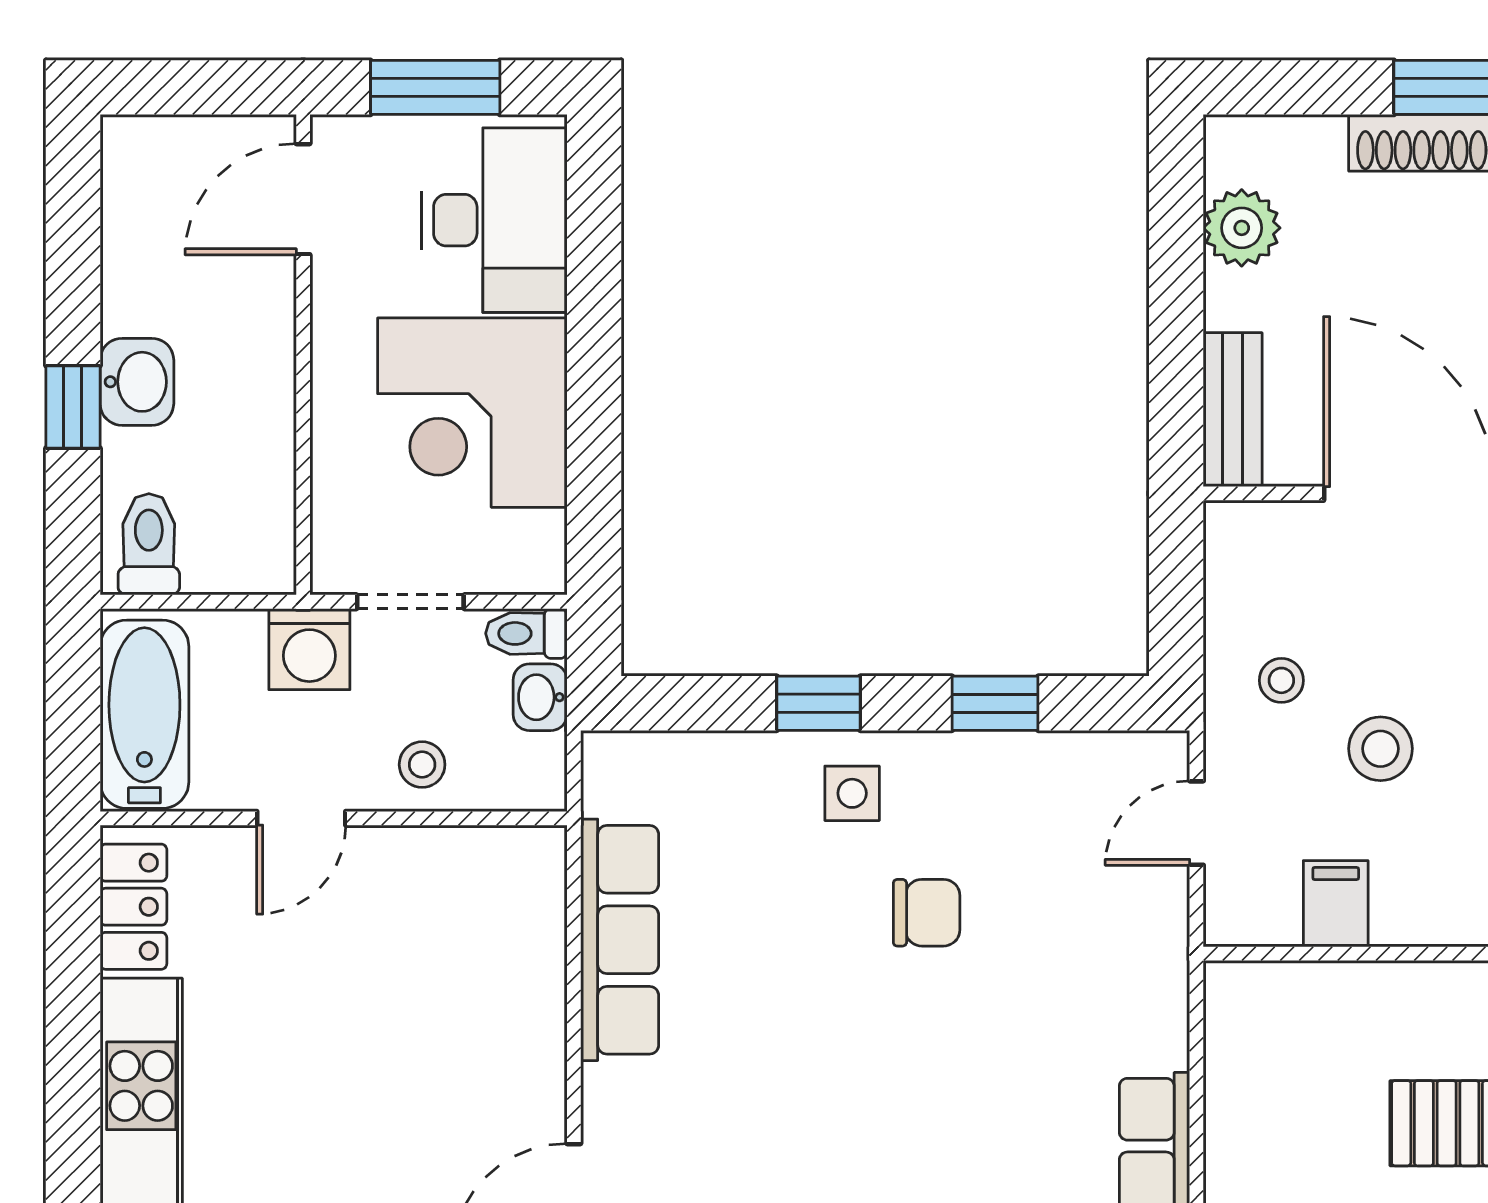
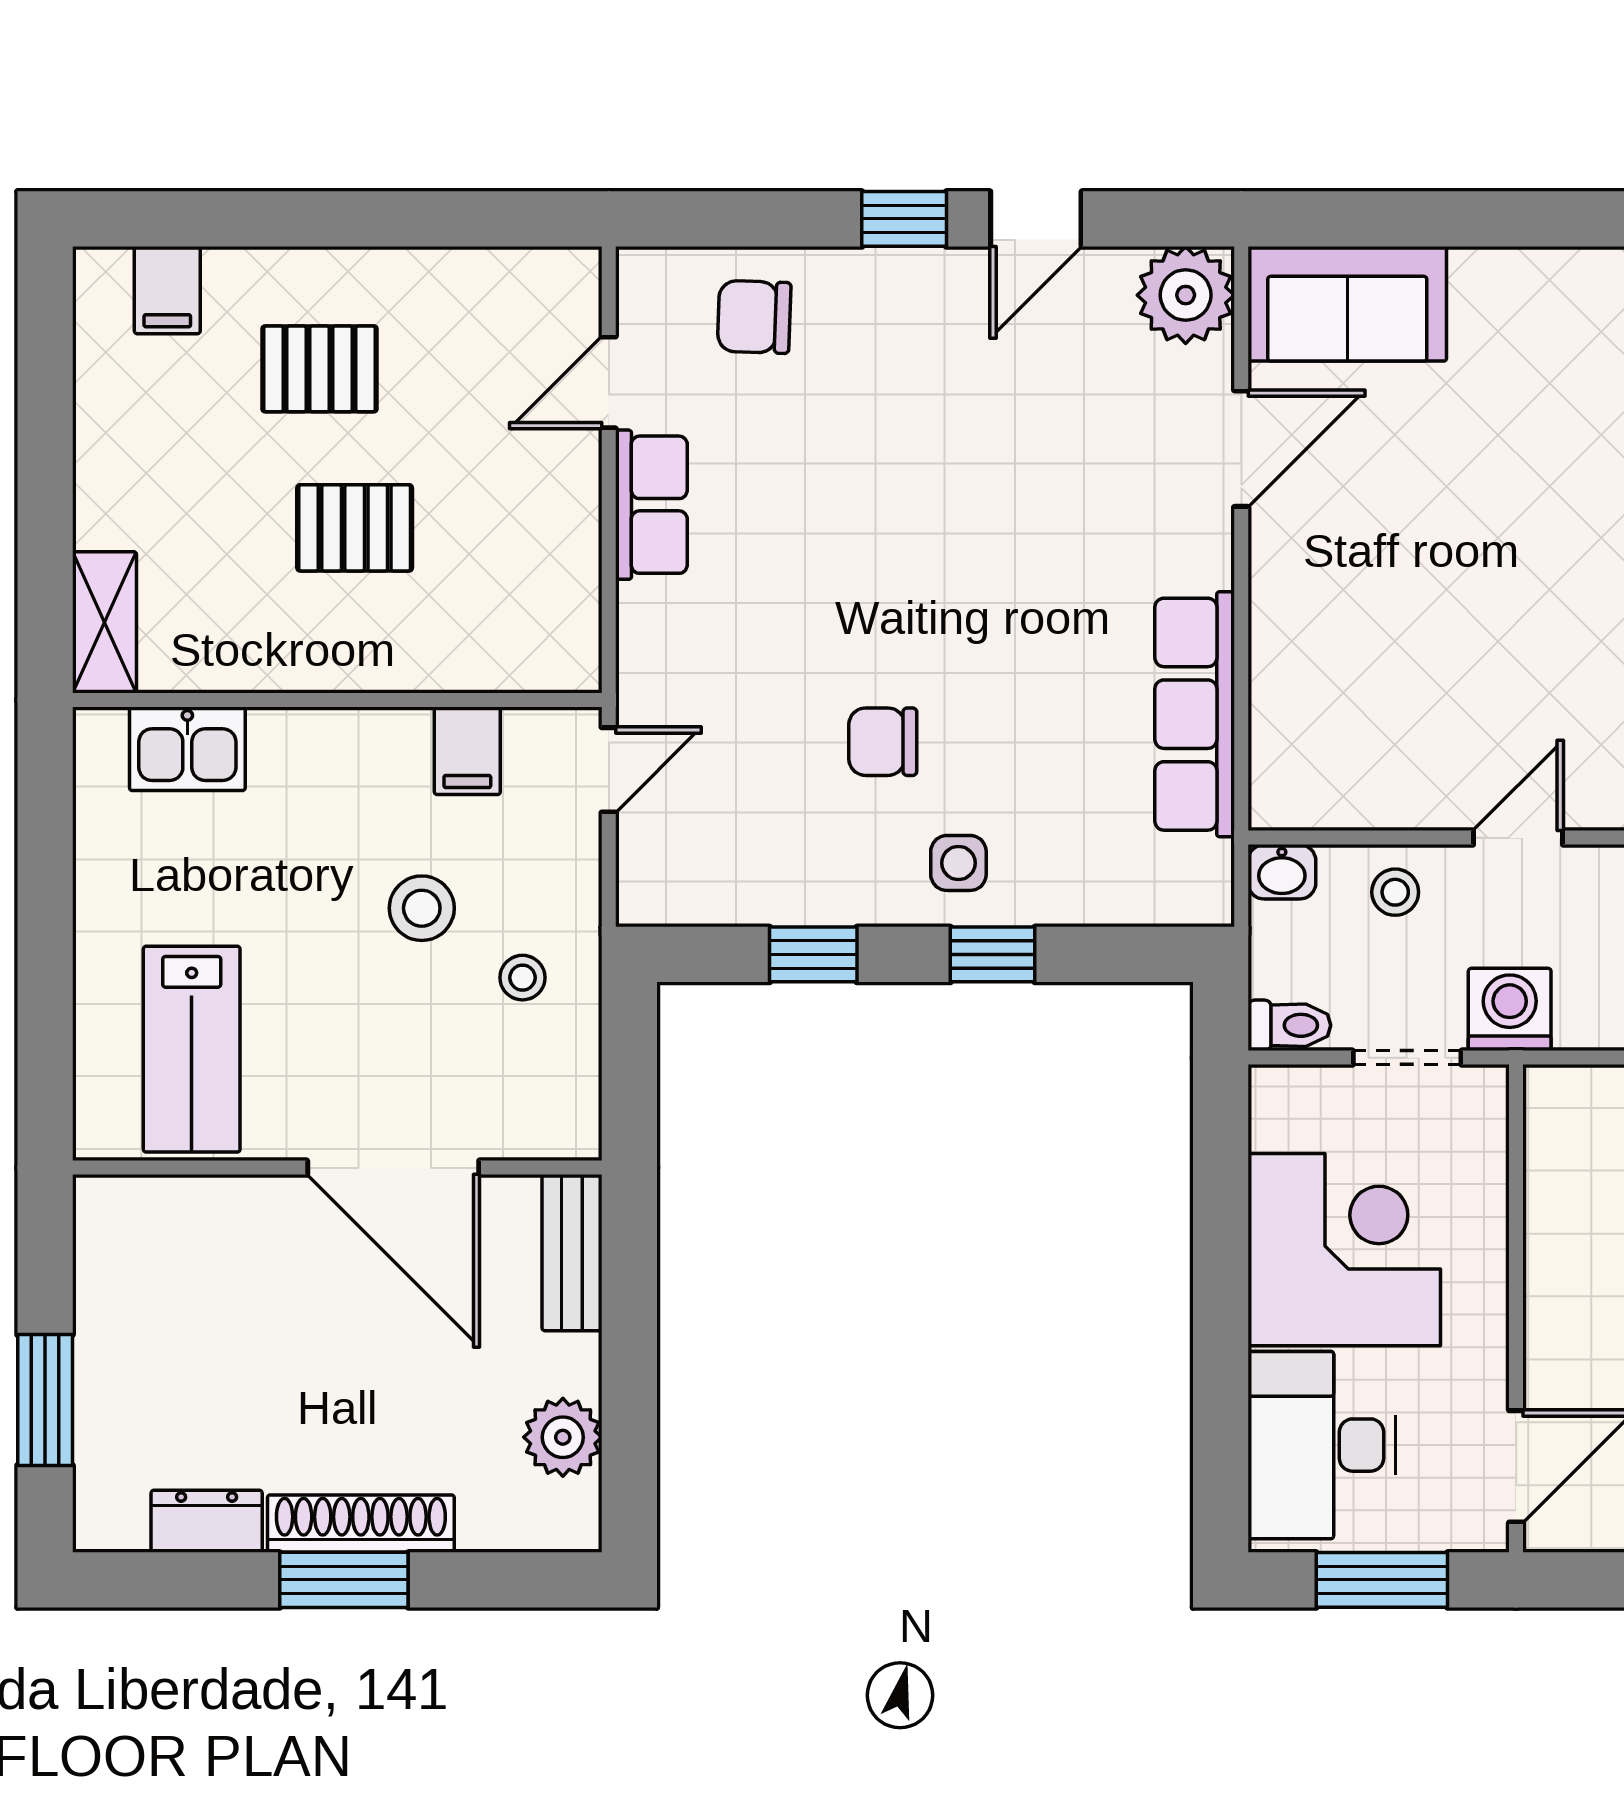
washbasin: (540, 697) -> (1282, 872), moved, turned 90
door: (1196, 823) -> (609, 770), moved

